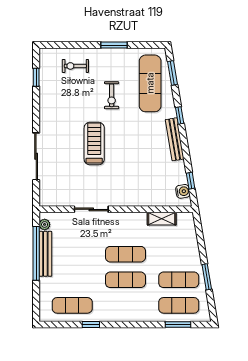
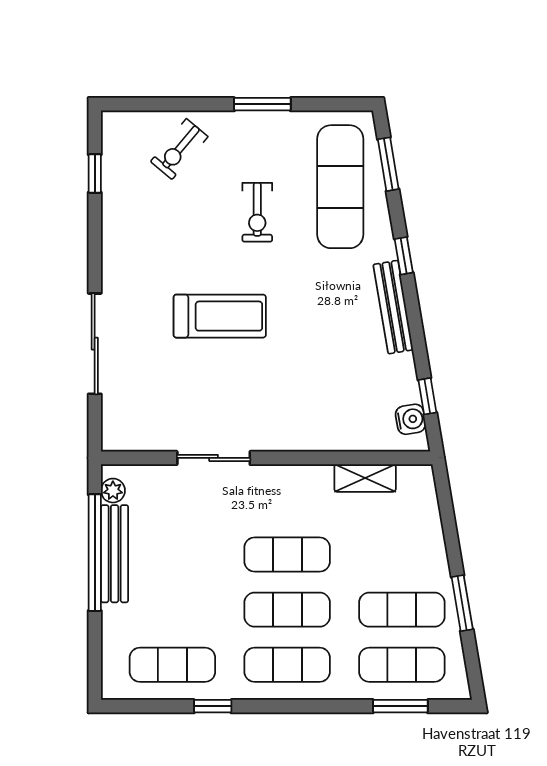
exercise bike: (75, 66) -> (179, 149), turned -50
treadmill: (94, 143) -> (220, 316), turned 90
exercise mat: (125, 305) -> (287, 665), added

